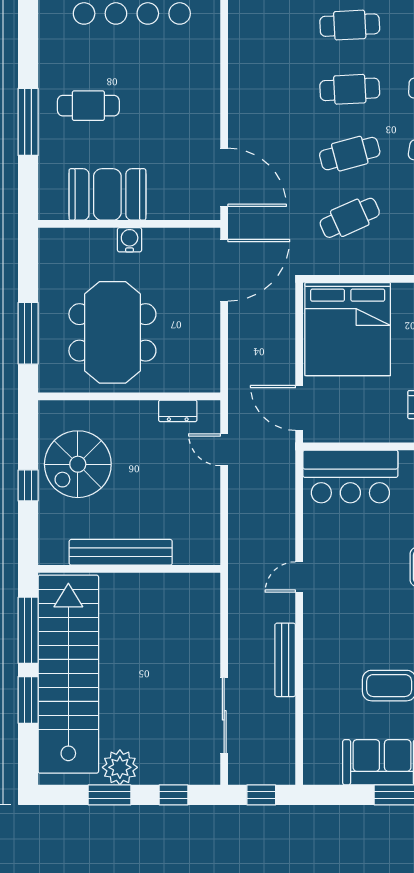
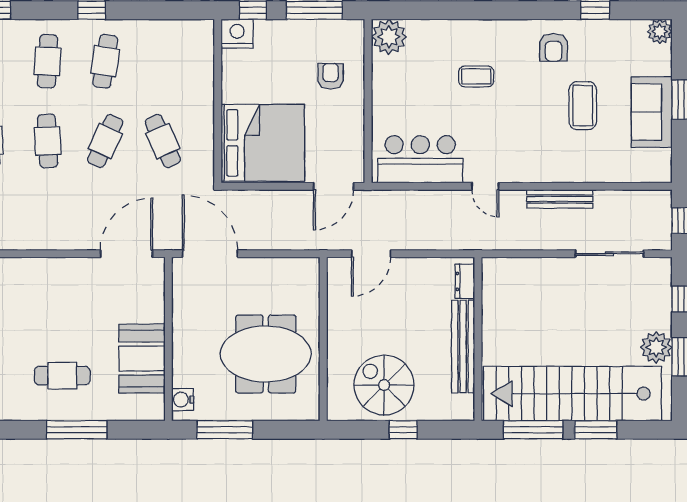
cafe table: (88, 106) -> (62, 376), turned 90
cafe table: (350, 154) -> (105, 141), turned 39
water cooler: (130, 240) -> (183, 400), moved
window: (28, 333) -> (225, 430), moved
dresser: (178, 411) -> (465, 281), moved, turned 180
door: (224, 450) -> (371, 254), width x1.38
spiral stairs: (78, 464) -> (384, 385), turned 180
bar counter: (350, 476) -> (420, 159), moved, turned -90

